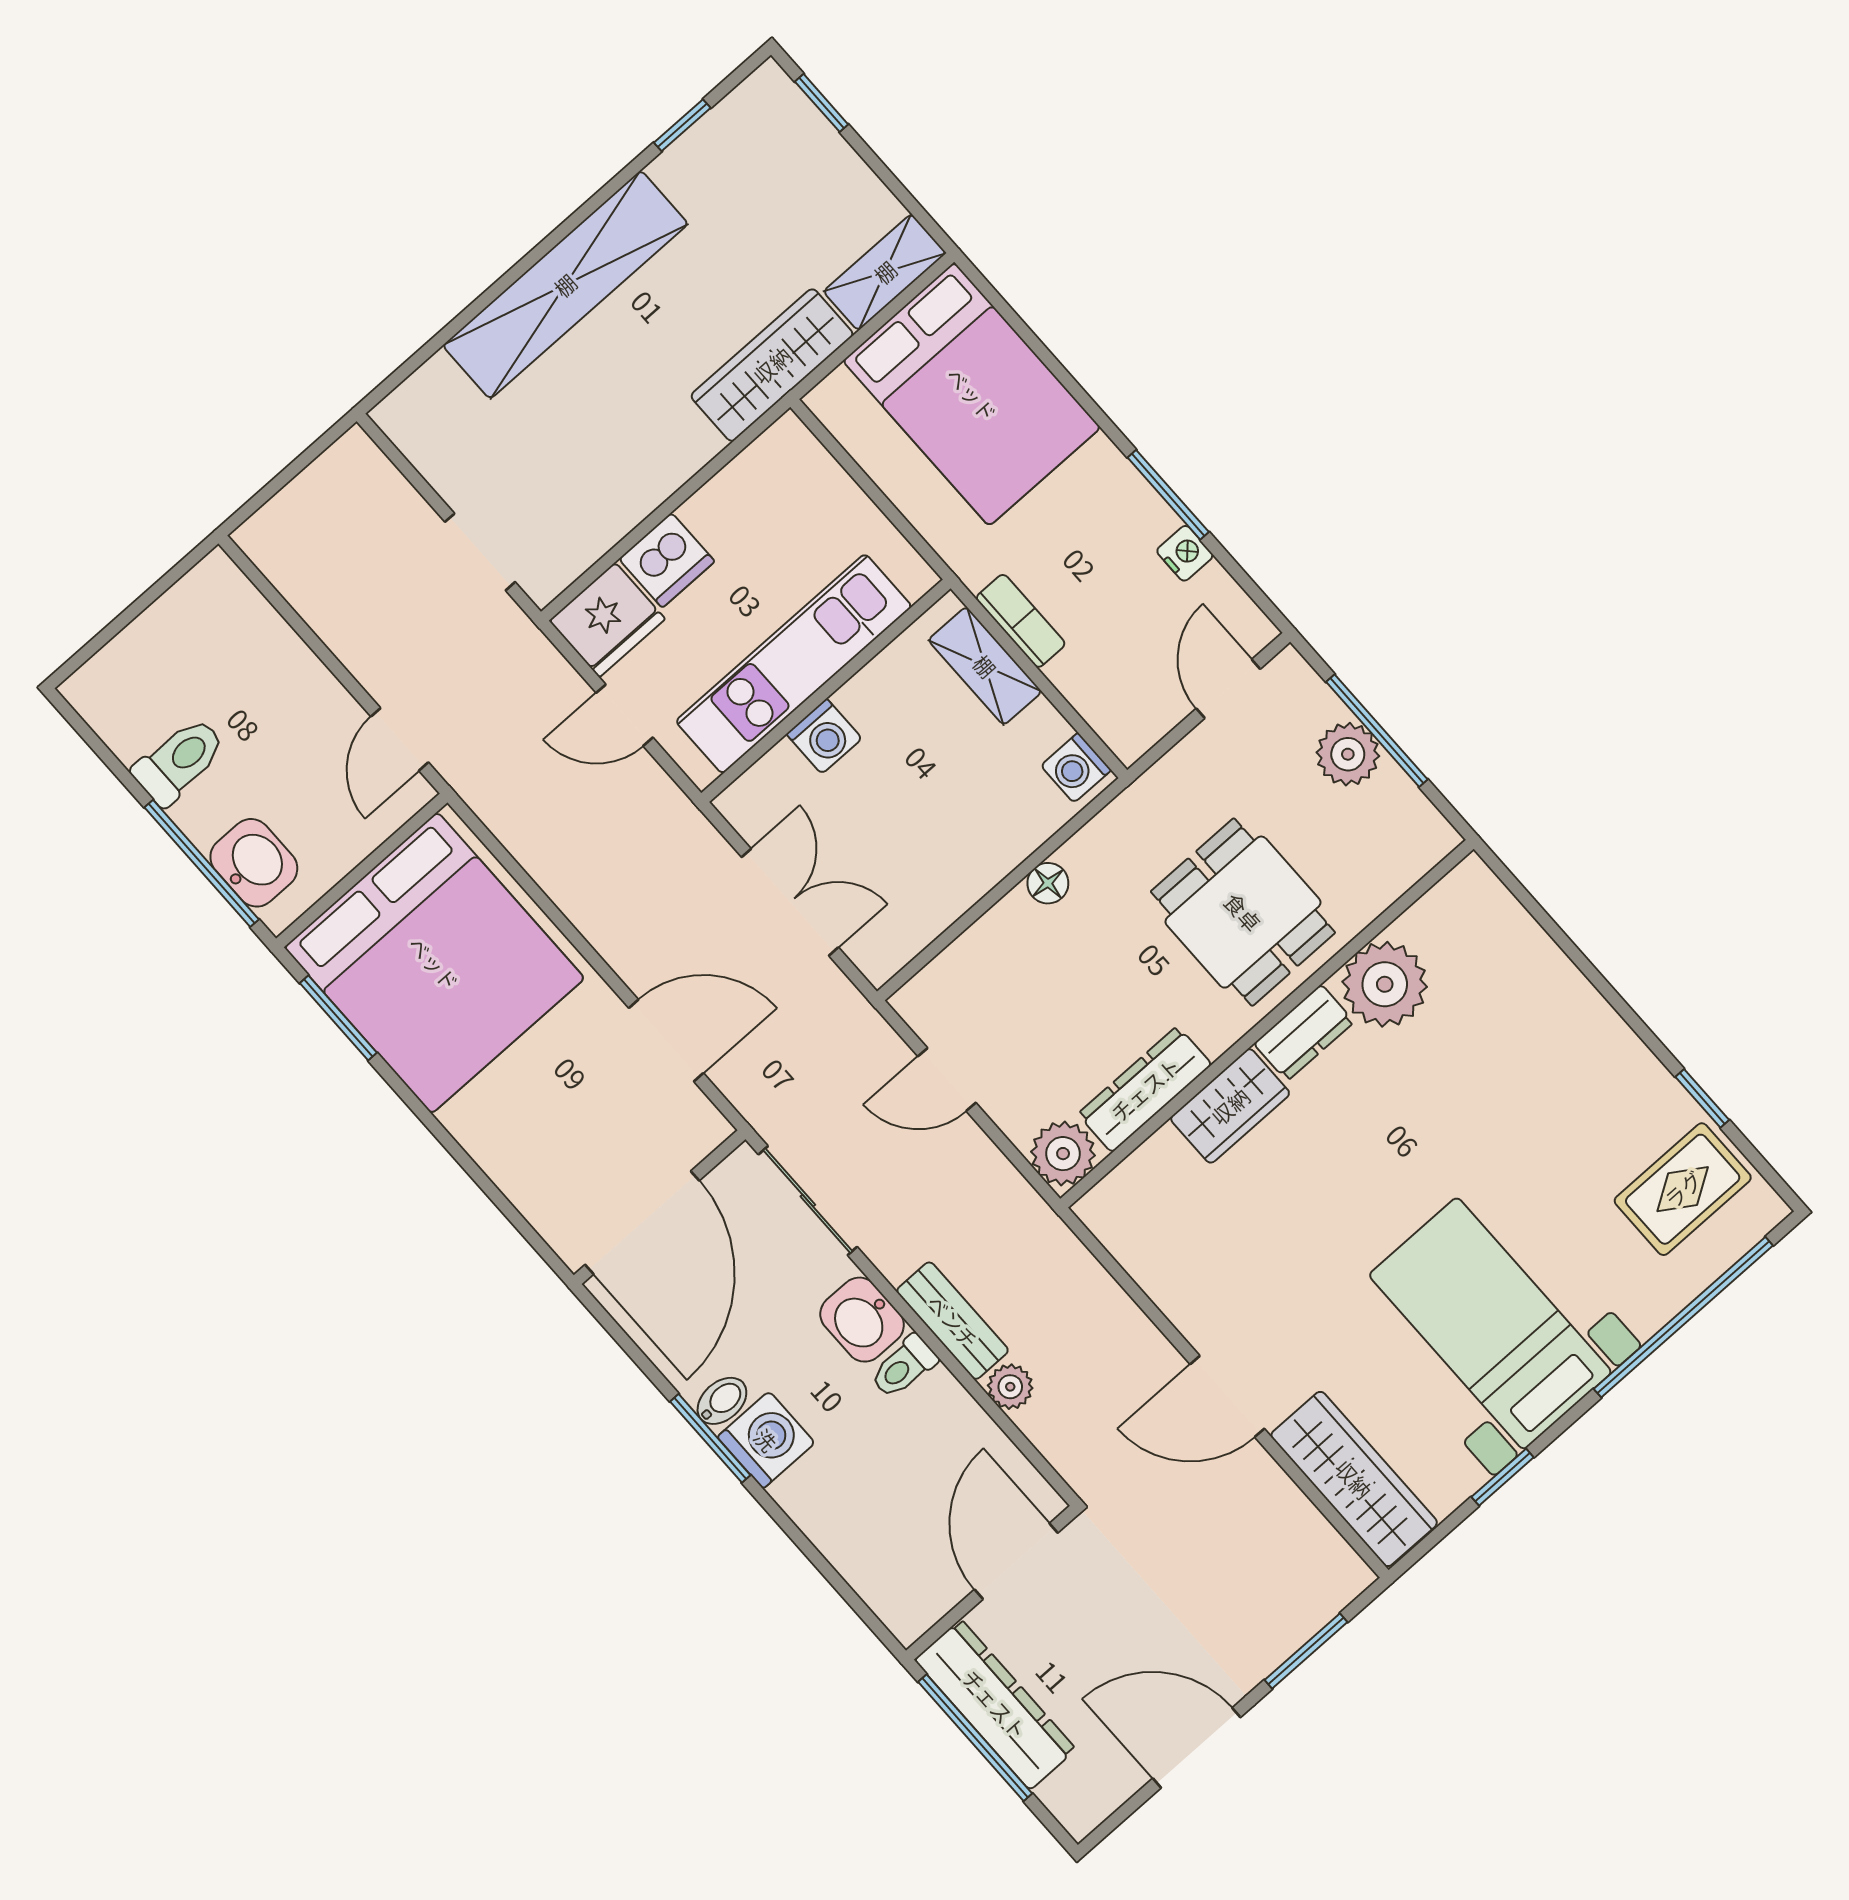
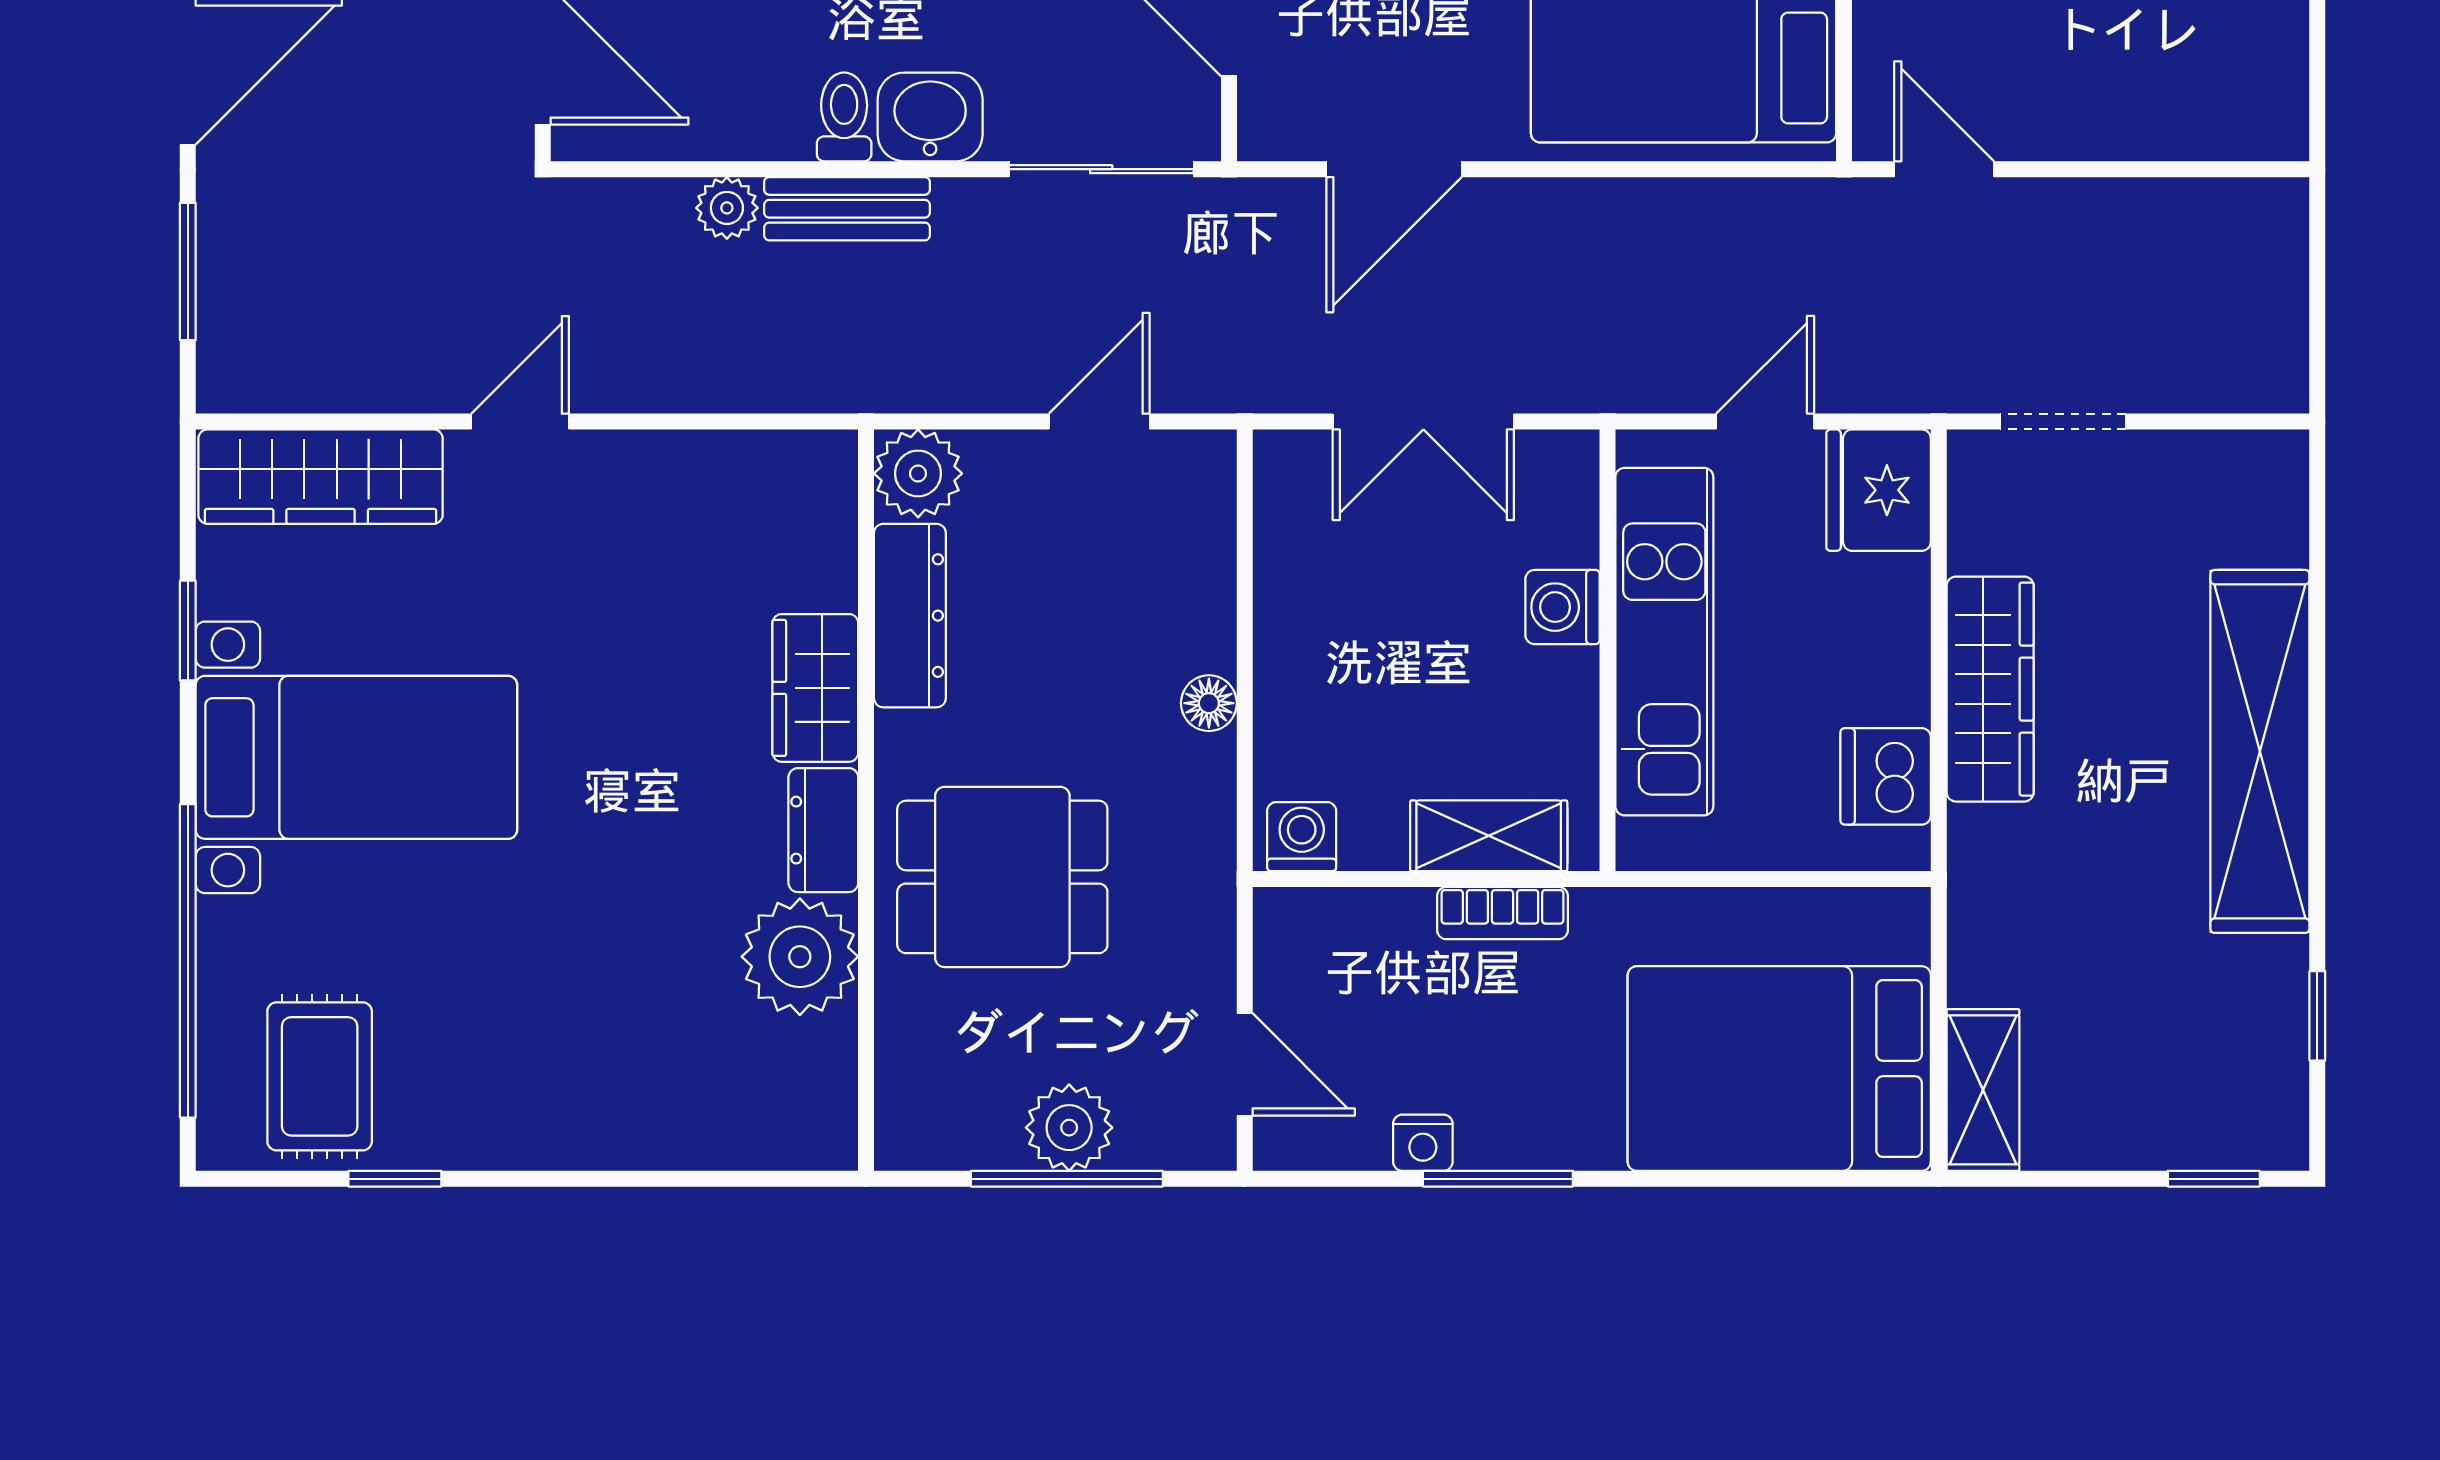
wardrobe: (772, 365) -> (1990, 689), moved
dishwasher: (667, 560) -> (1886, 776), moved
door: (1227, 1396) -> (520, 422), width x0.73

